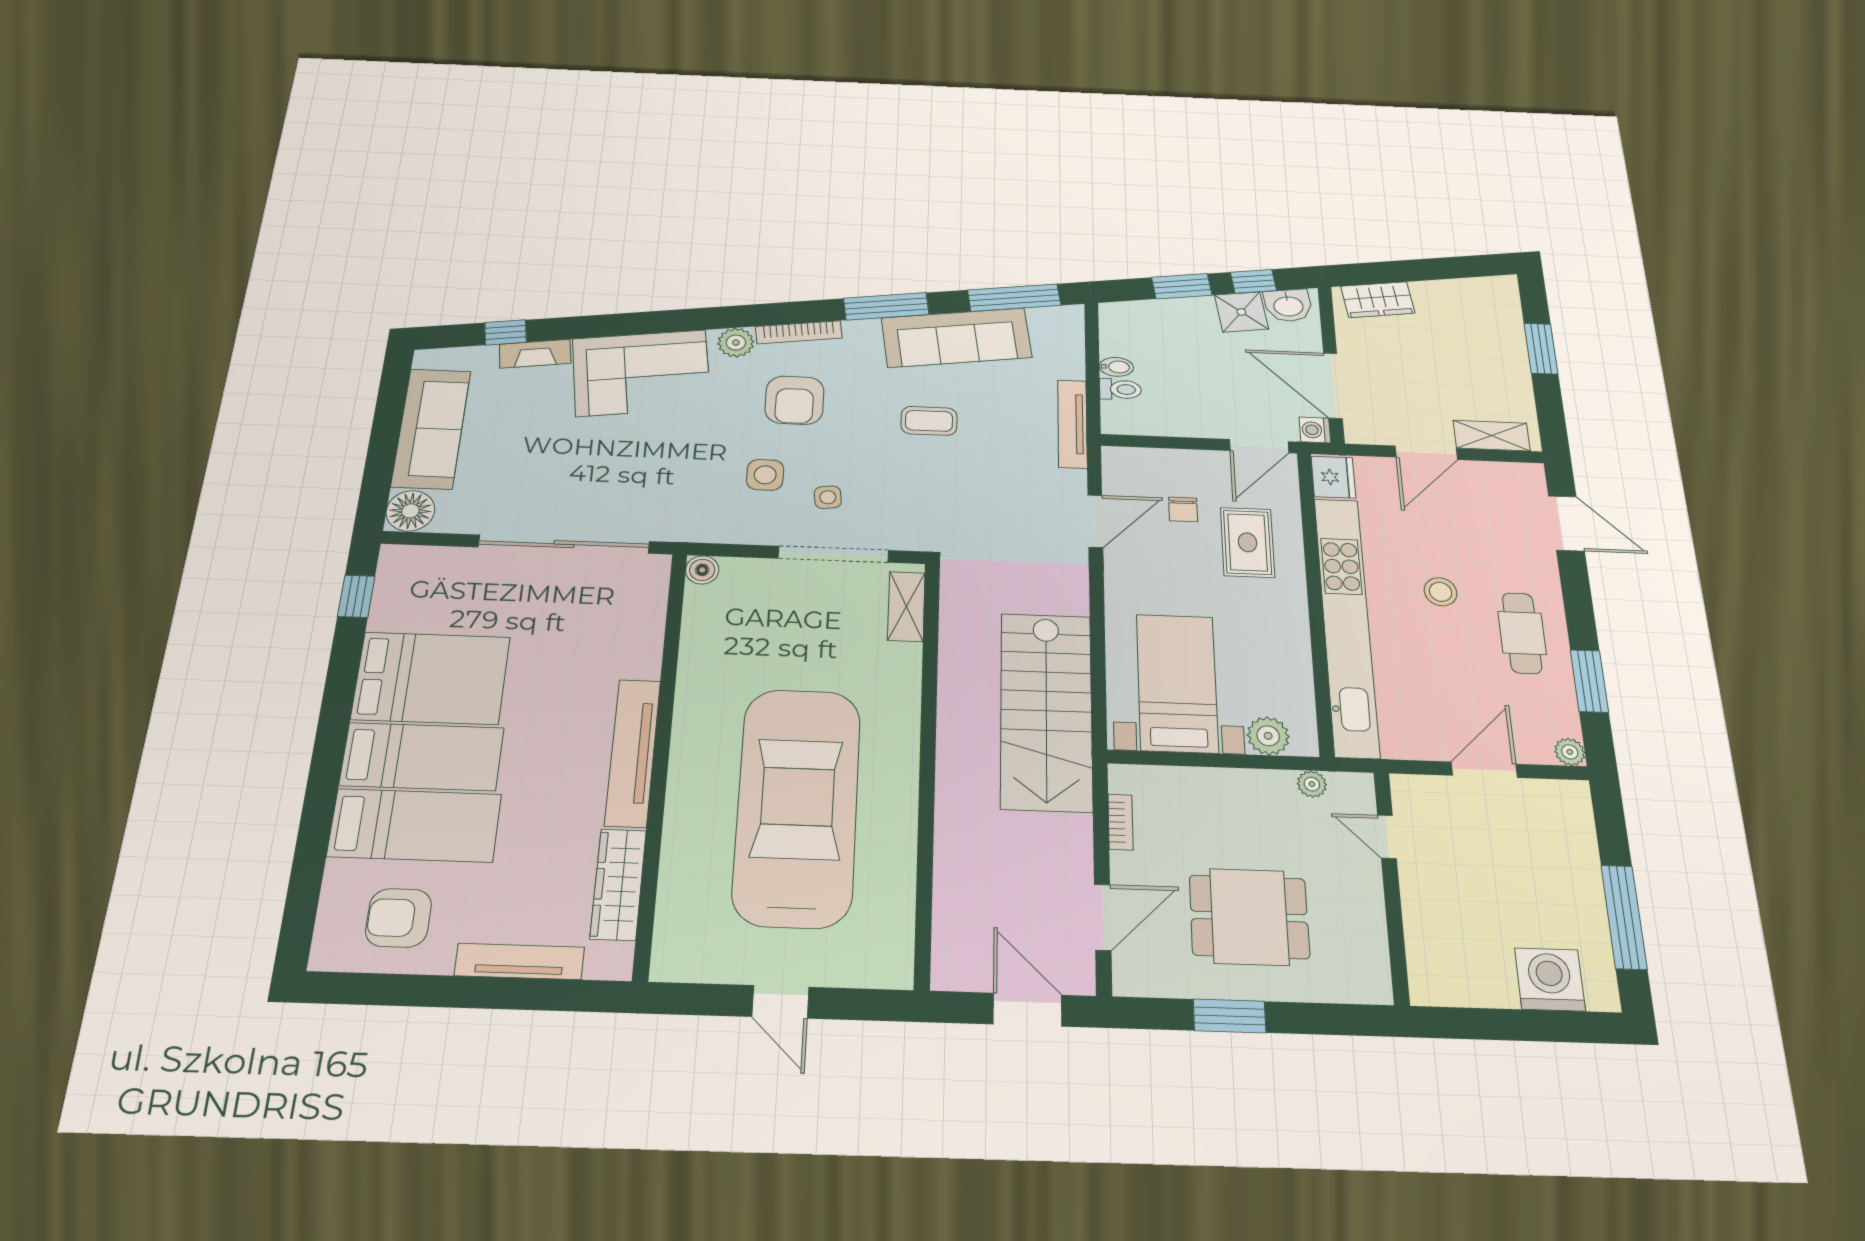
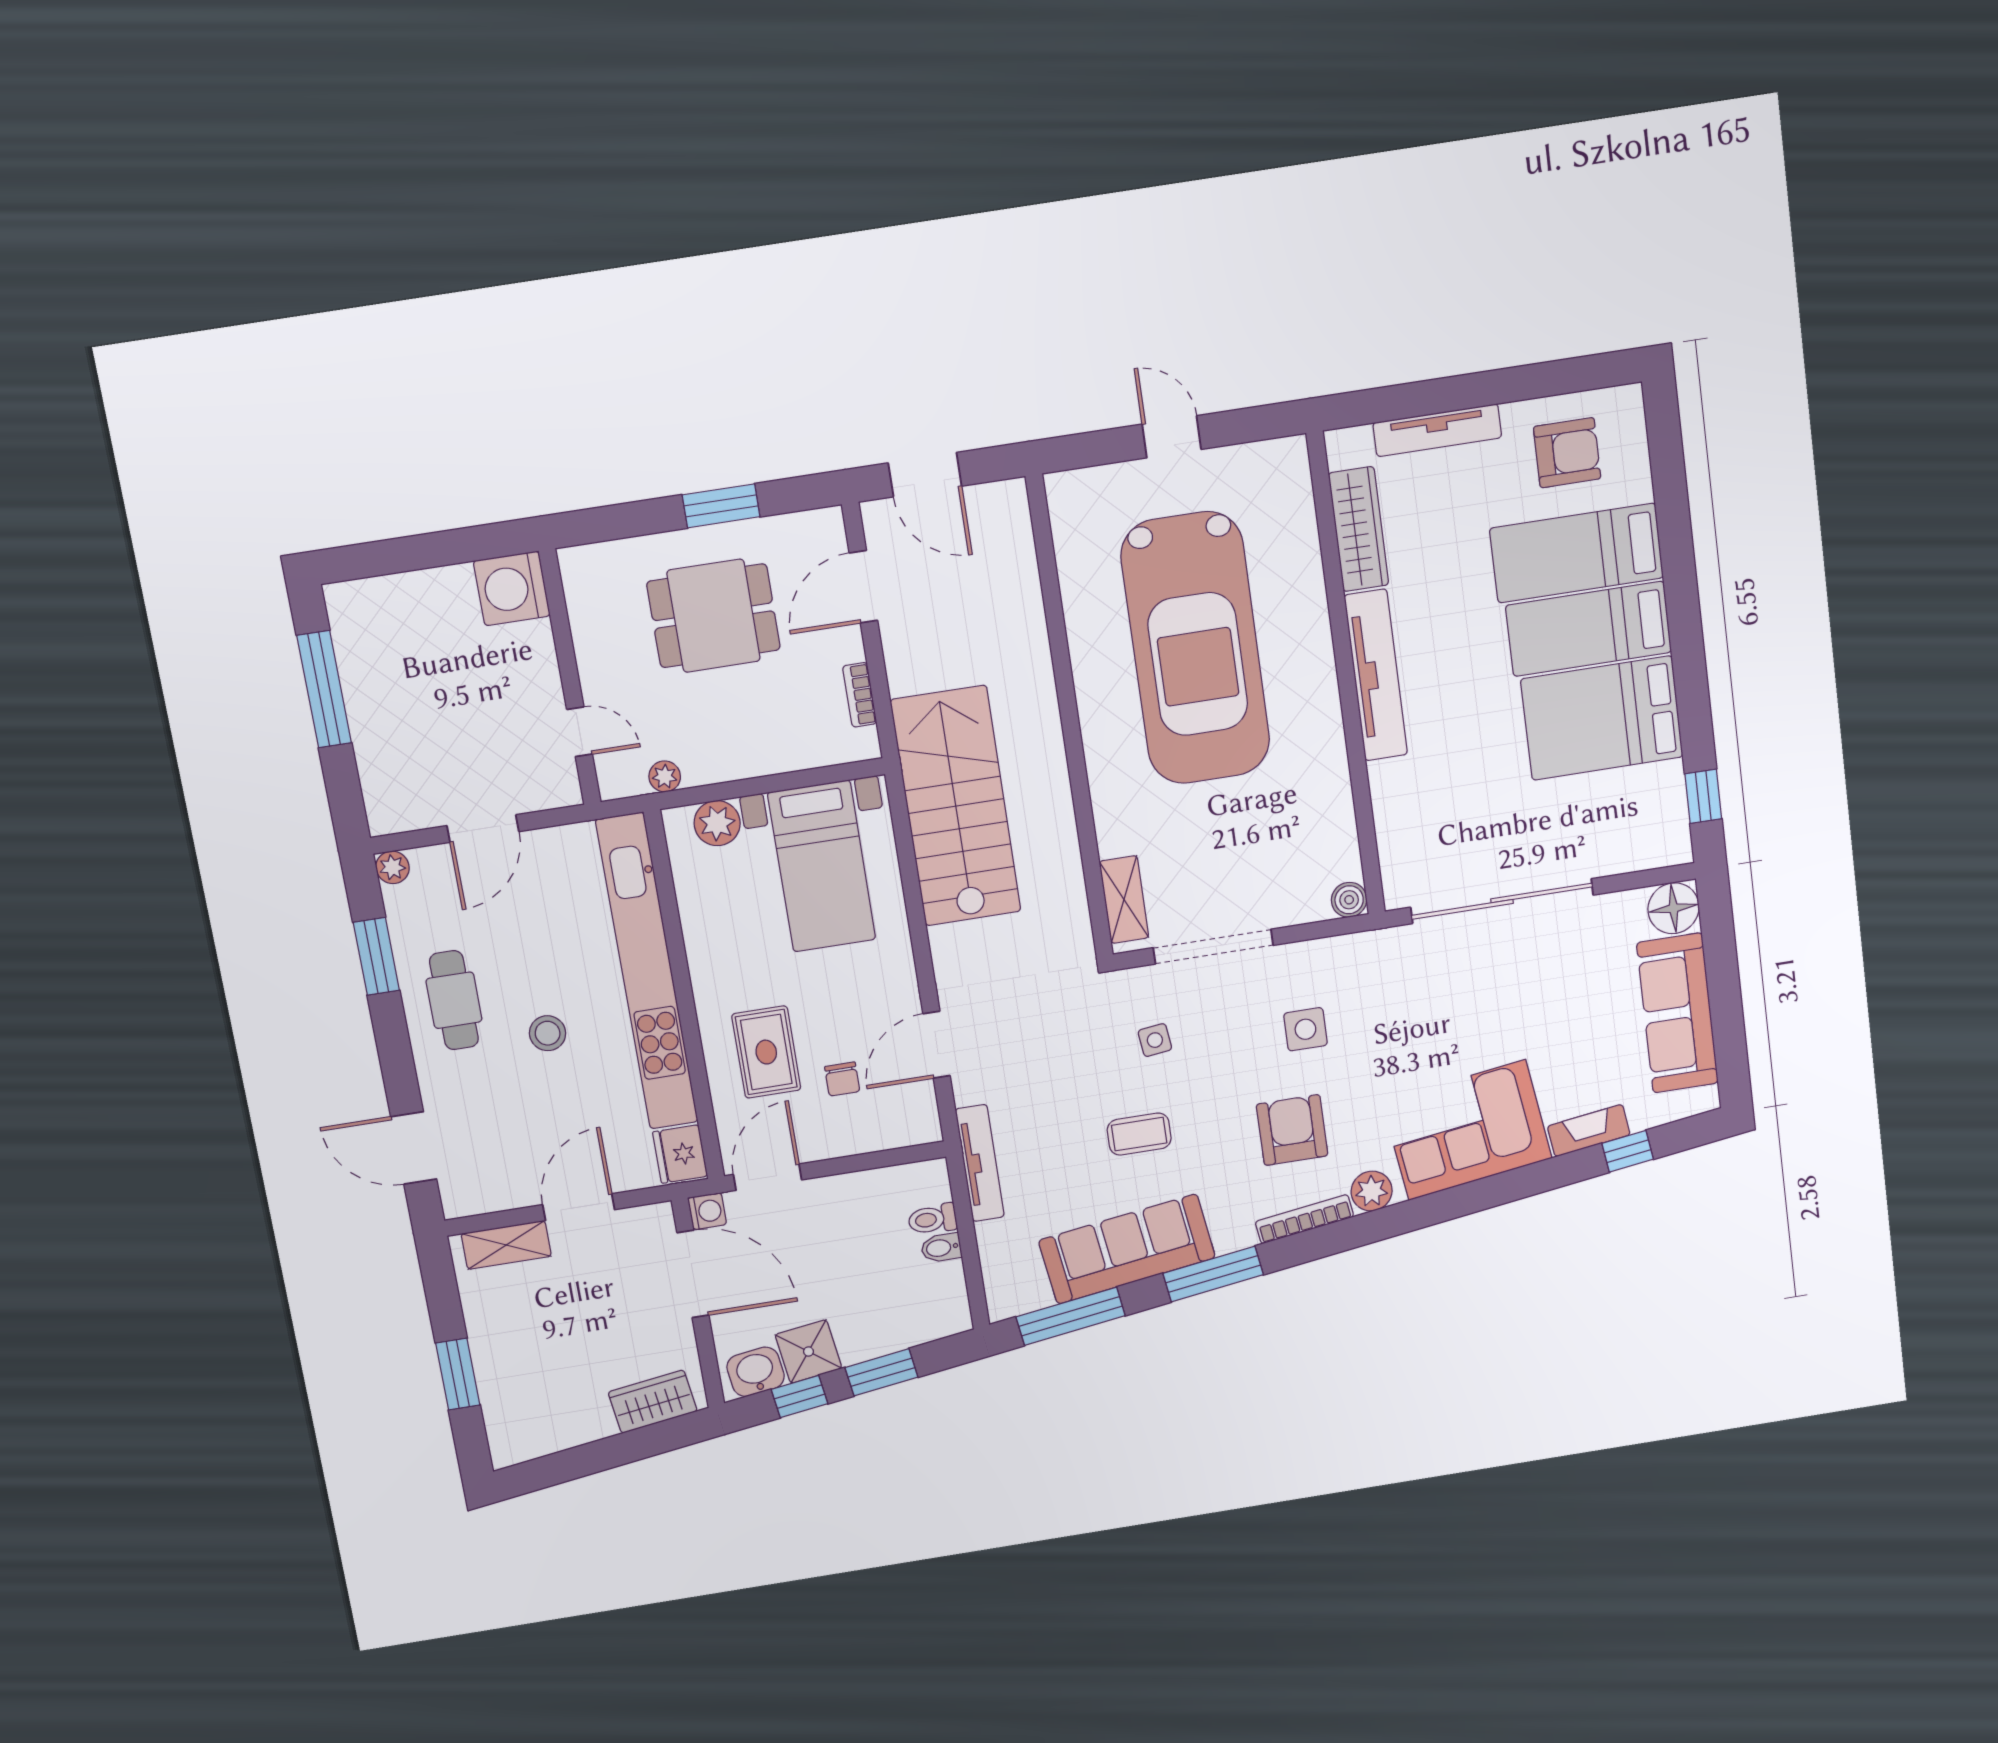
side table: (828, 497) -> (1155, 1040), moved
chair: (1183, 509) -> (842, 1079), turned 180
washing machine: (1550, 979) -> (512, 588), moved, turned 90

